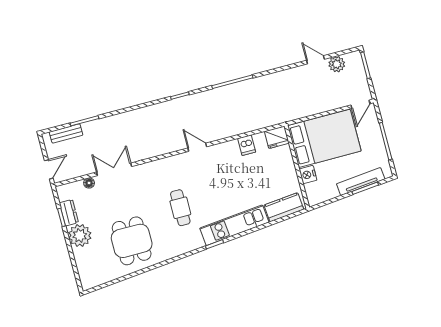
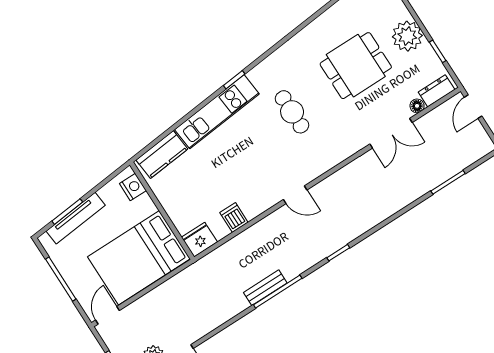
bench: (66, 134) -> (265, 288), moved
nightstand: (308, 175) -> (133, 187), moved
dresser: (69, 213) -> (437, 91), moved, turned 90
dining table: (132, 241) -> (356, 66), moved, turned 90

